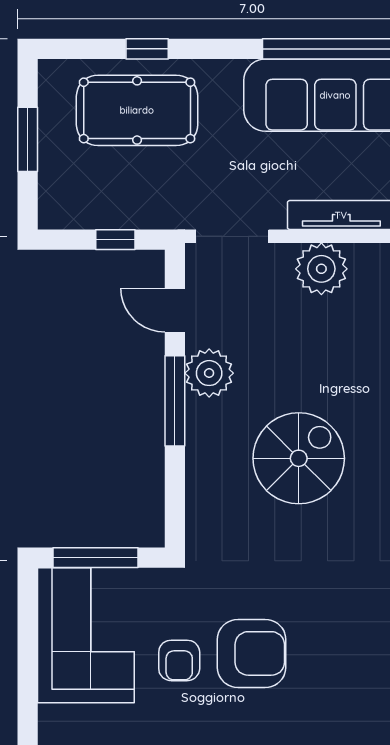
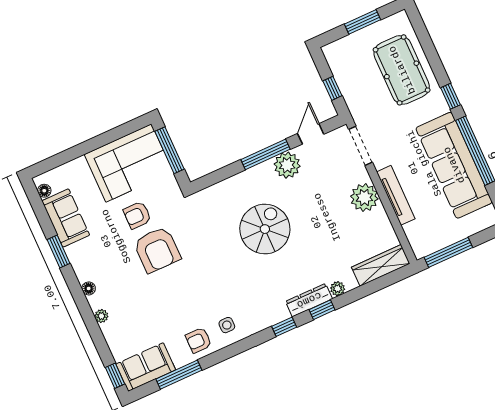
window: (147, 49) -> (451, 96), moved
spiral stairs: (299, 458) -> (265, 229), turned -90

